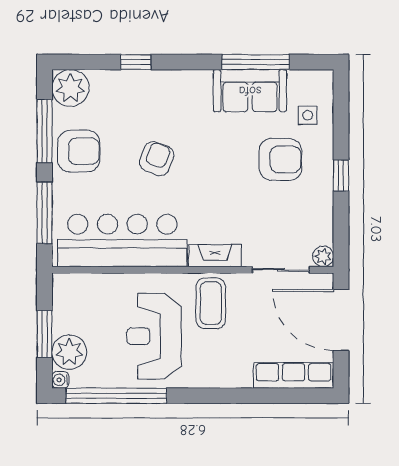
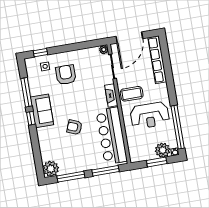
window: (136, 62) -> (31, 118), moved
sofa: (250, 91) -> (42, 111), moved
armchair: (79, 151) -> (77, 161), removed
window: (341, 176) -> (40, 53), moved
row of seats: (294, 375) -> (157, 60), width x1.36

